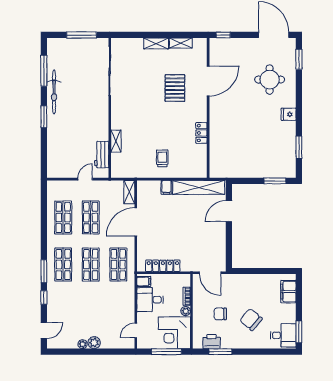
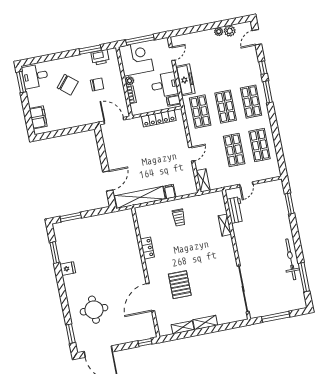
fridge: (289, 114) -> (68, 269), moved
window: (44, 117) -> (290, 204), moved
door: (136, 222) -> (192, 154), width x0.53
freezer: (127, 301) -> (185, 80), added
plant: (94, 343) -> (230, 31), moved

